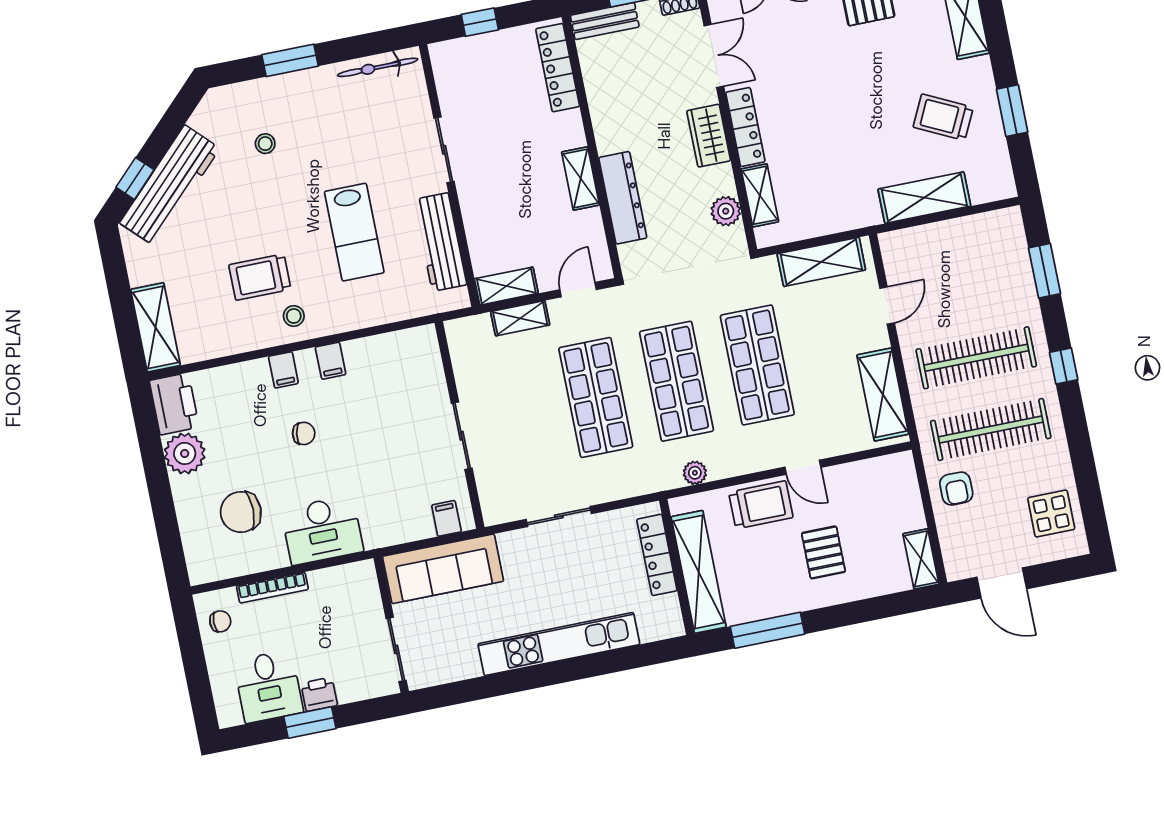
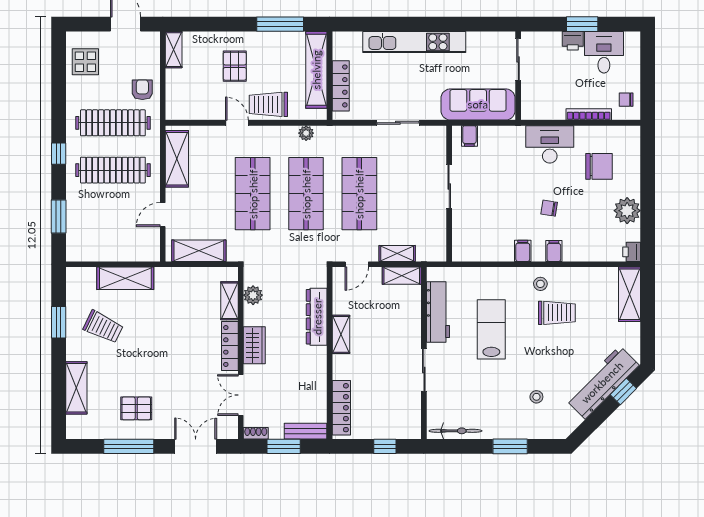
printer: (174, 404) -> (632, 252), width x0.53, depth x0.68

